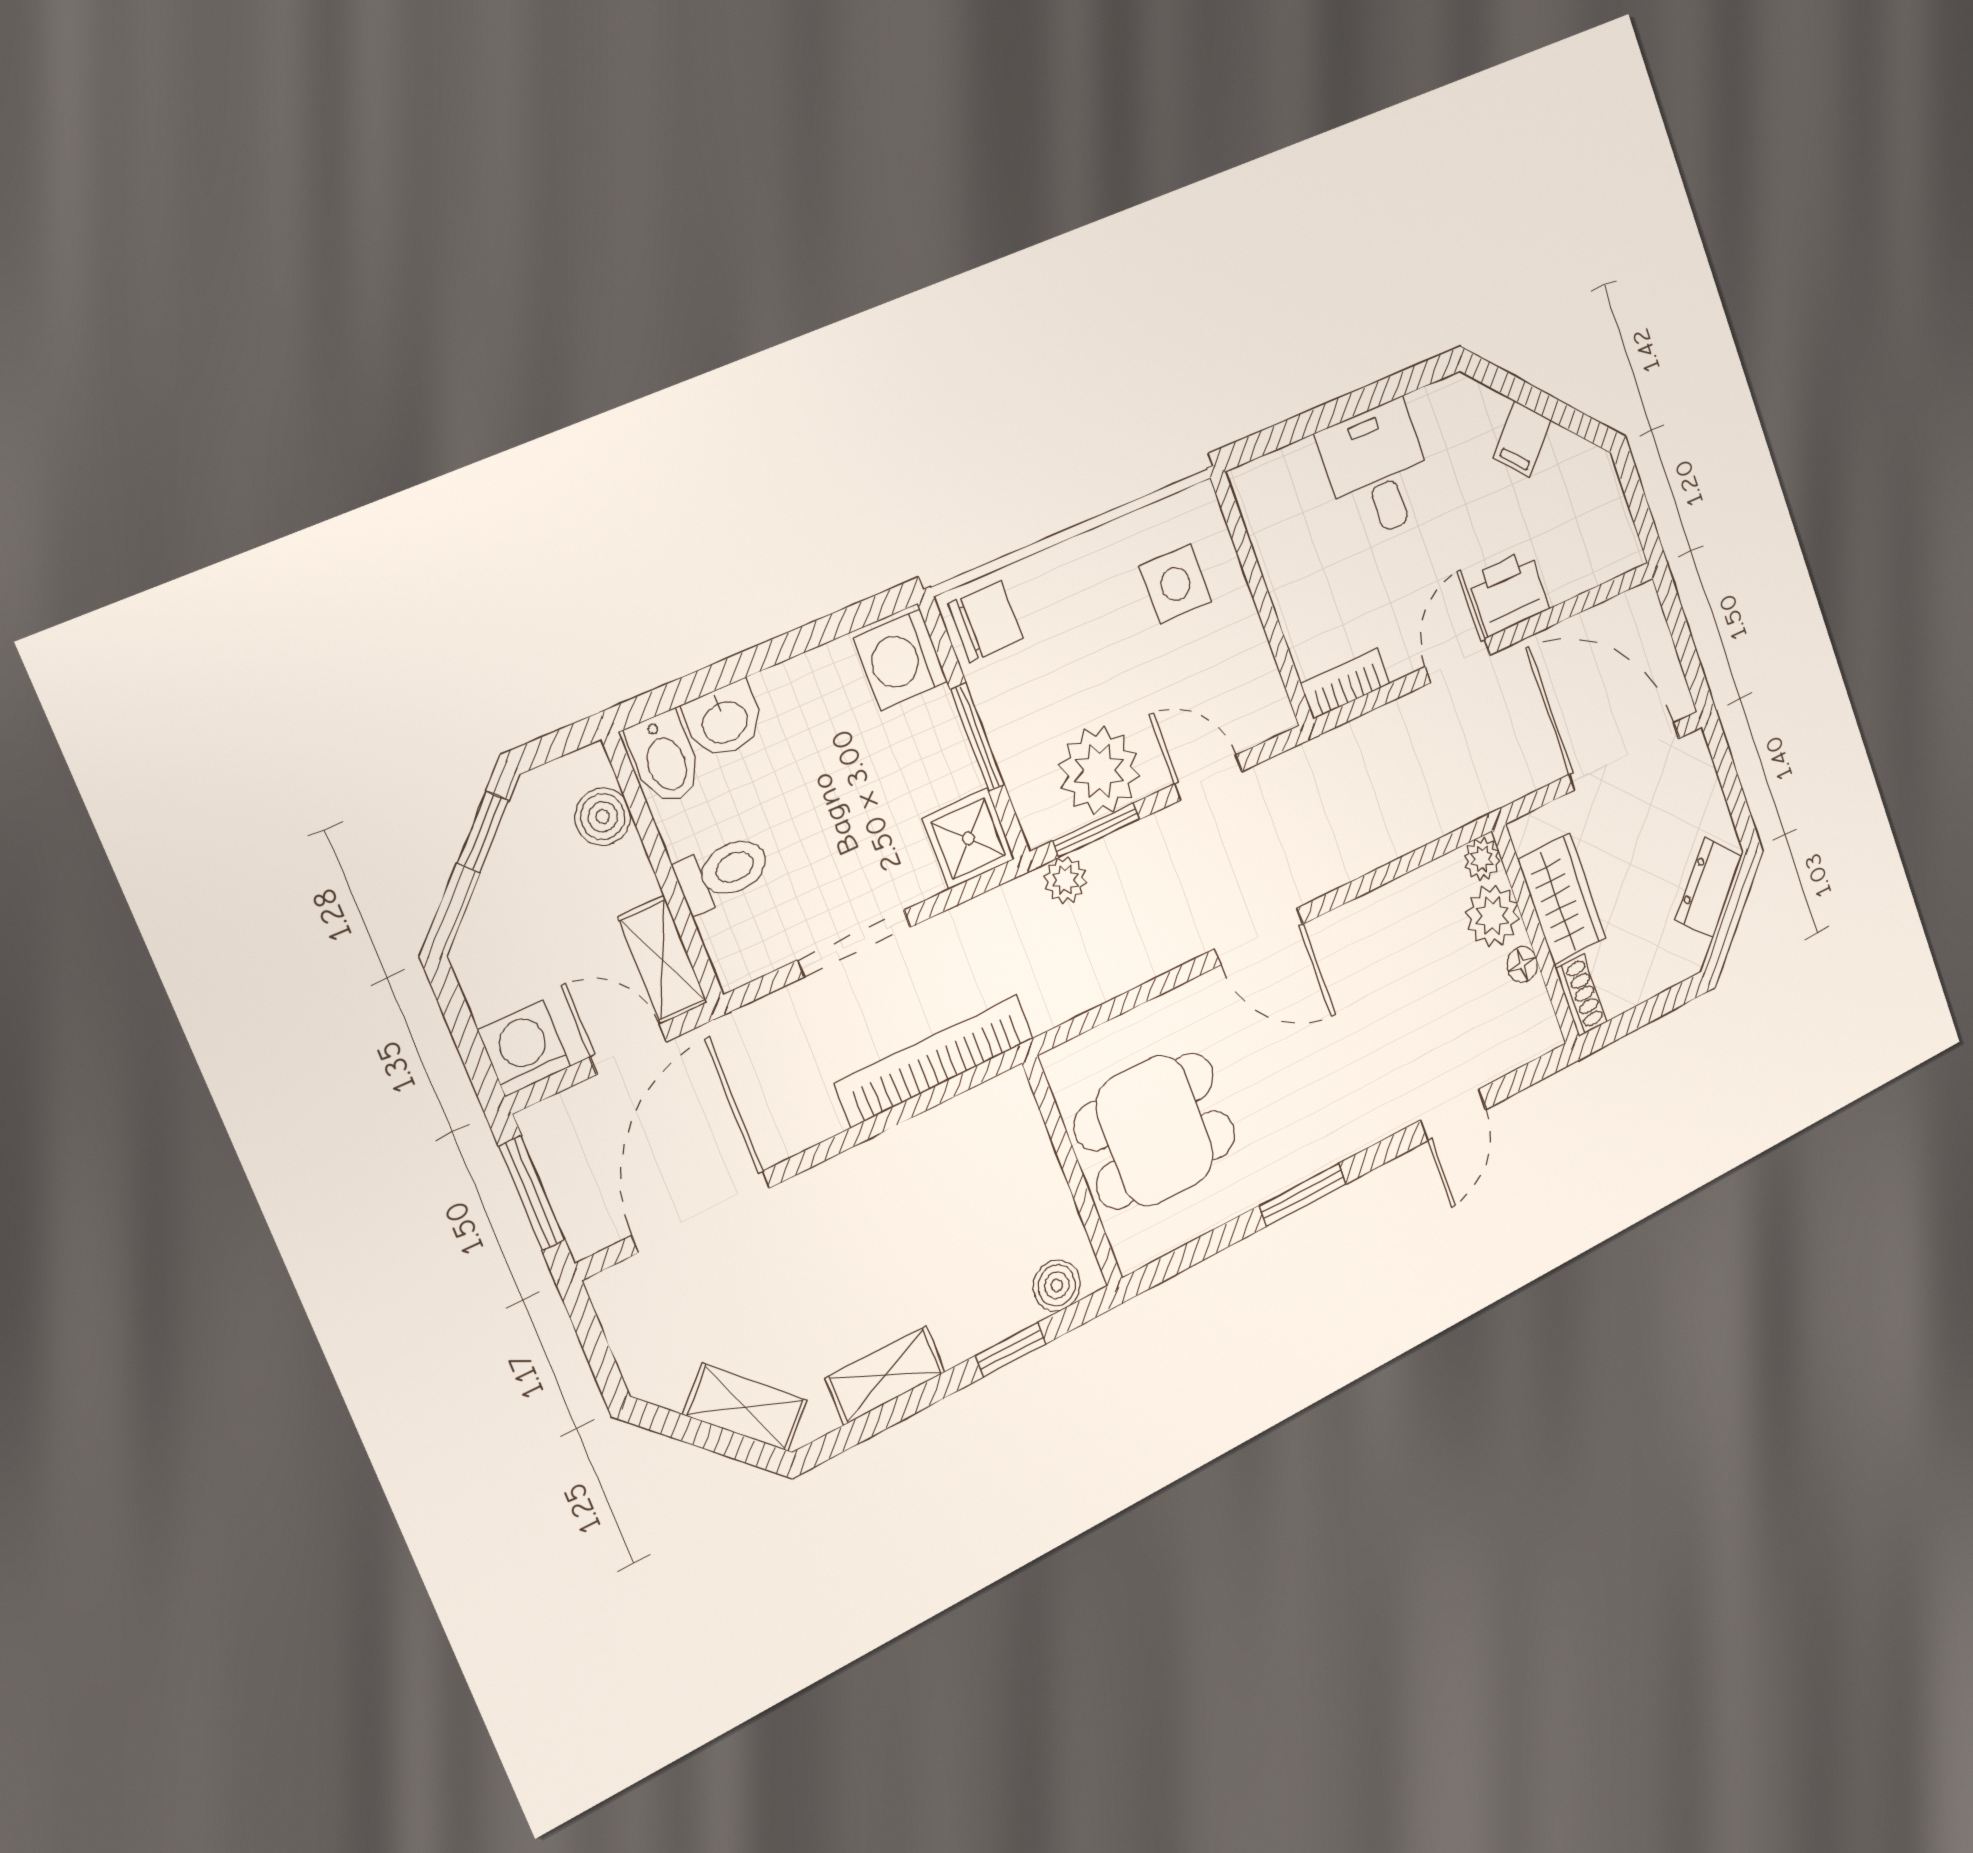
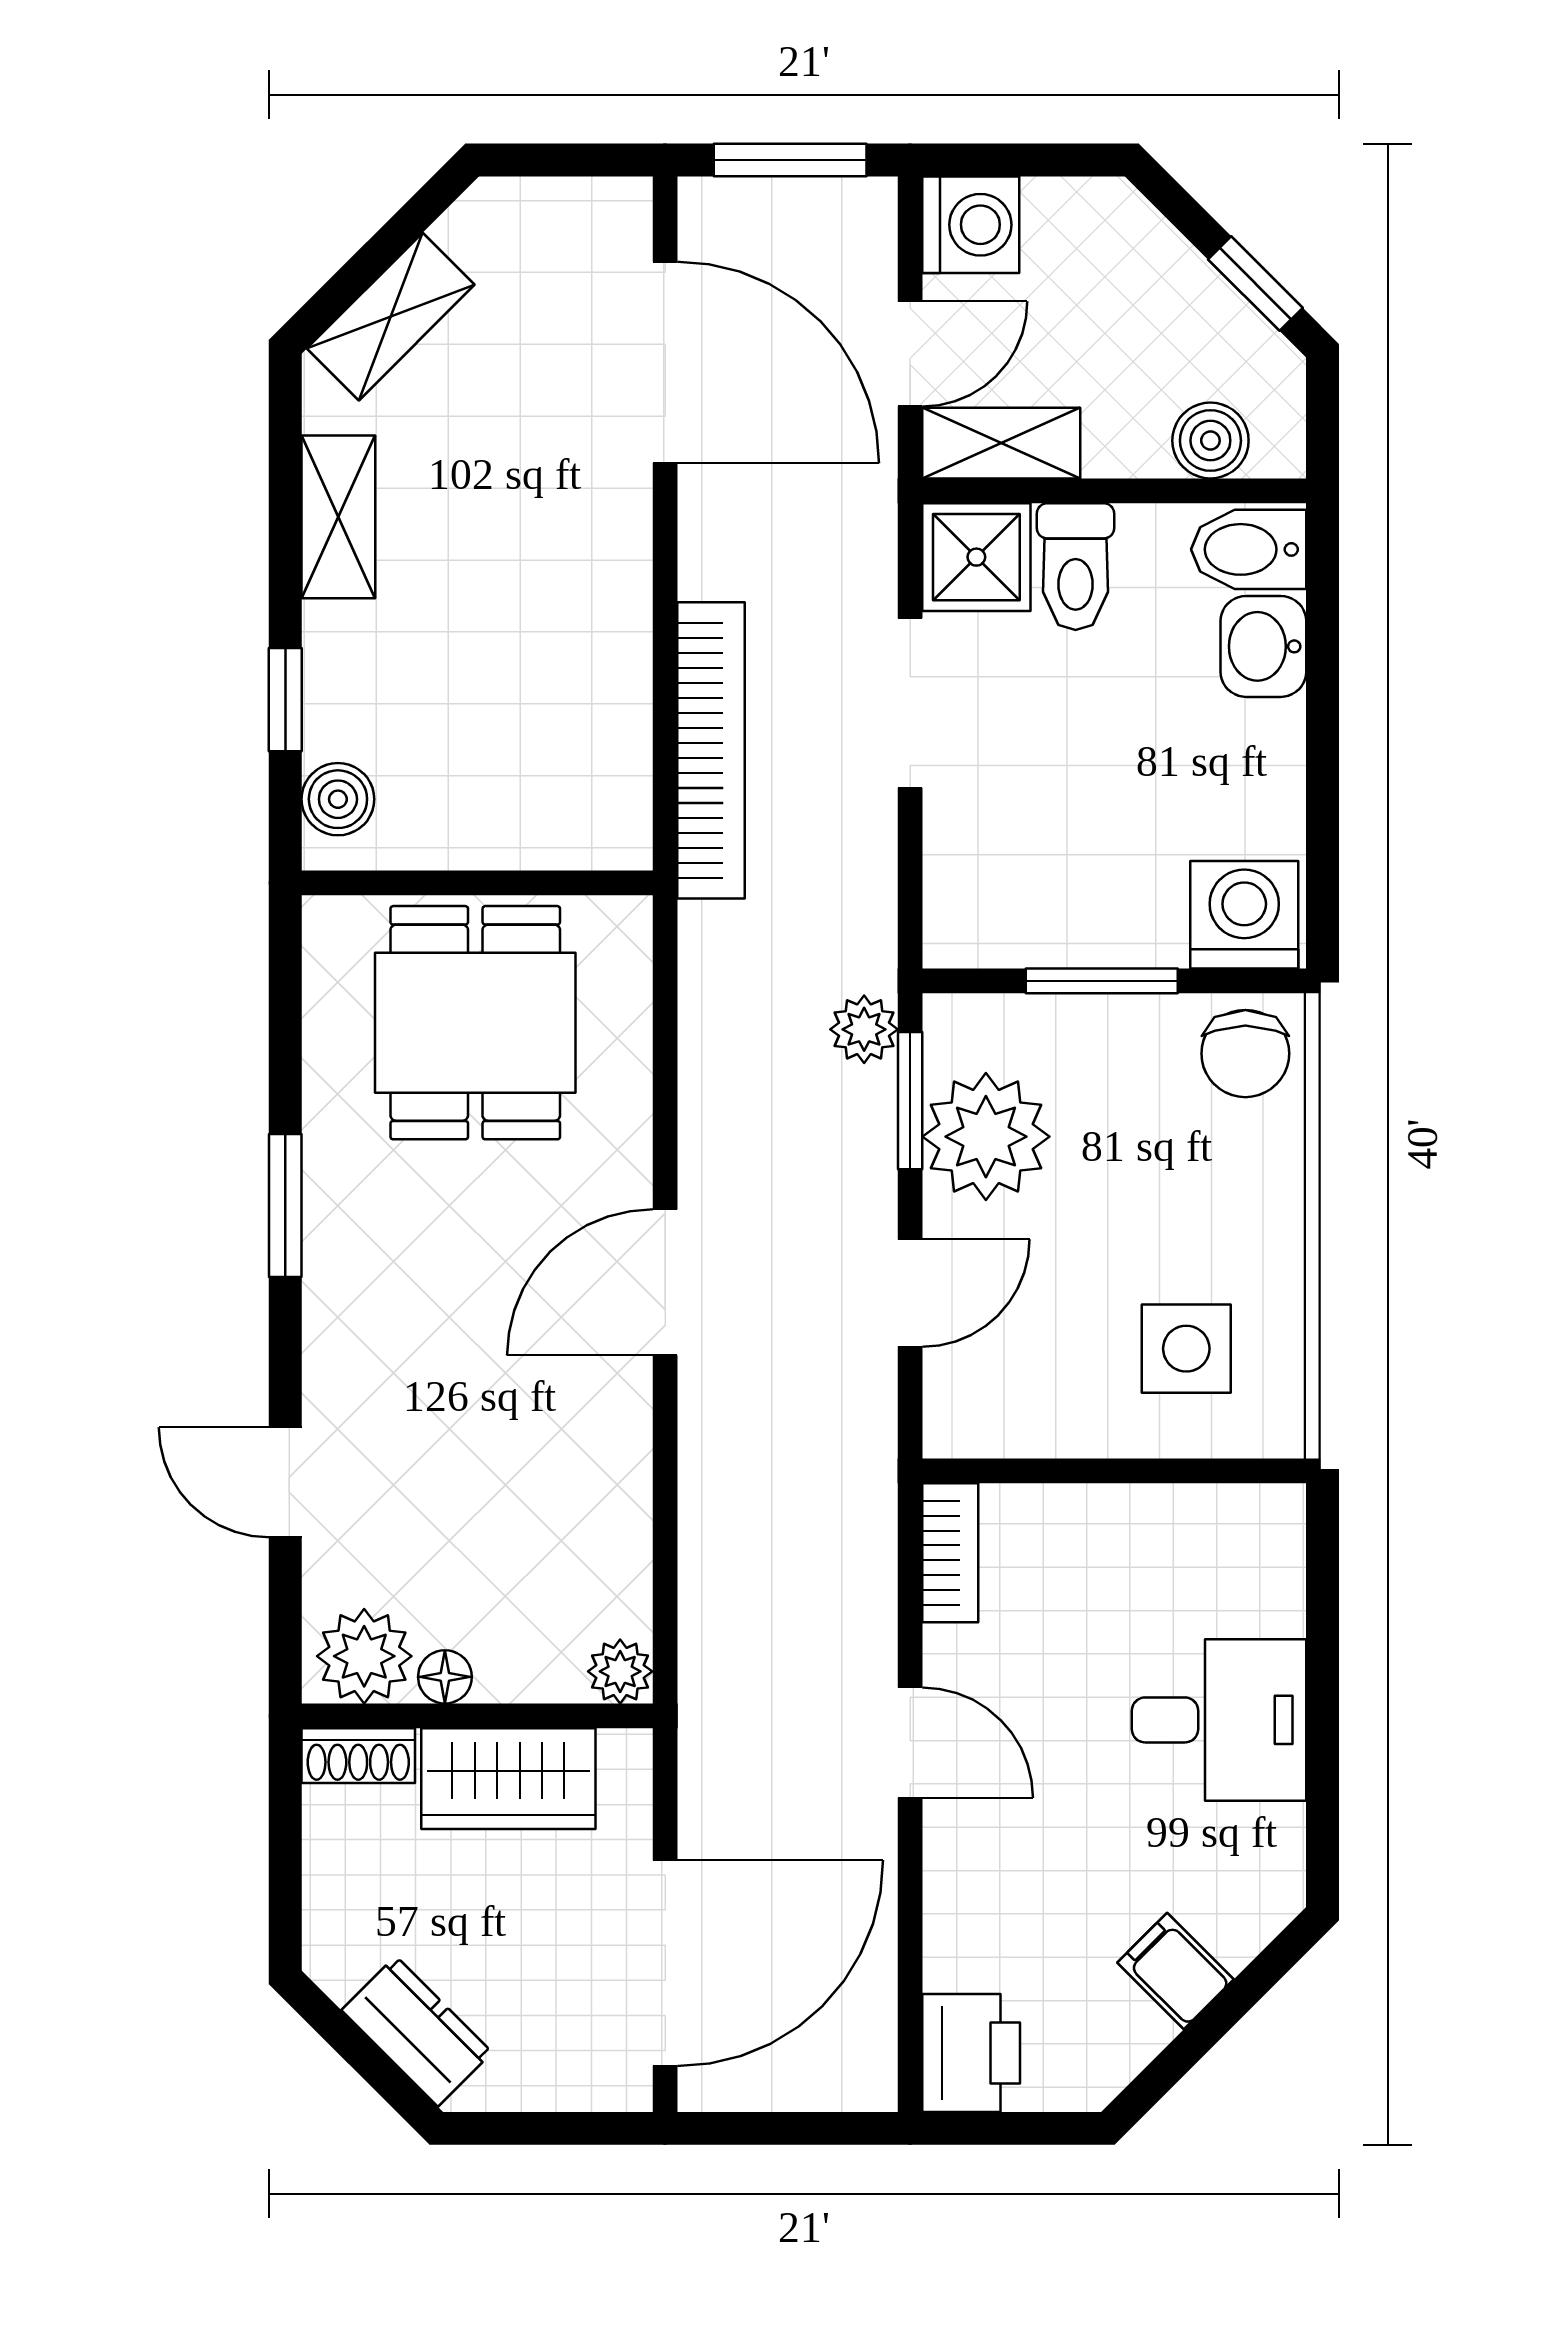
printer: (1509, 593) -> (971, 2053), moved
shower: (968, 839) -> (976, 557), moved
plant: (1492, 916) -> (364, 1656), moved

